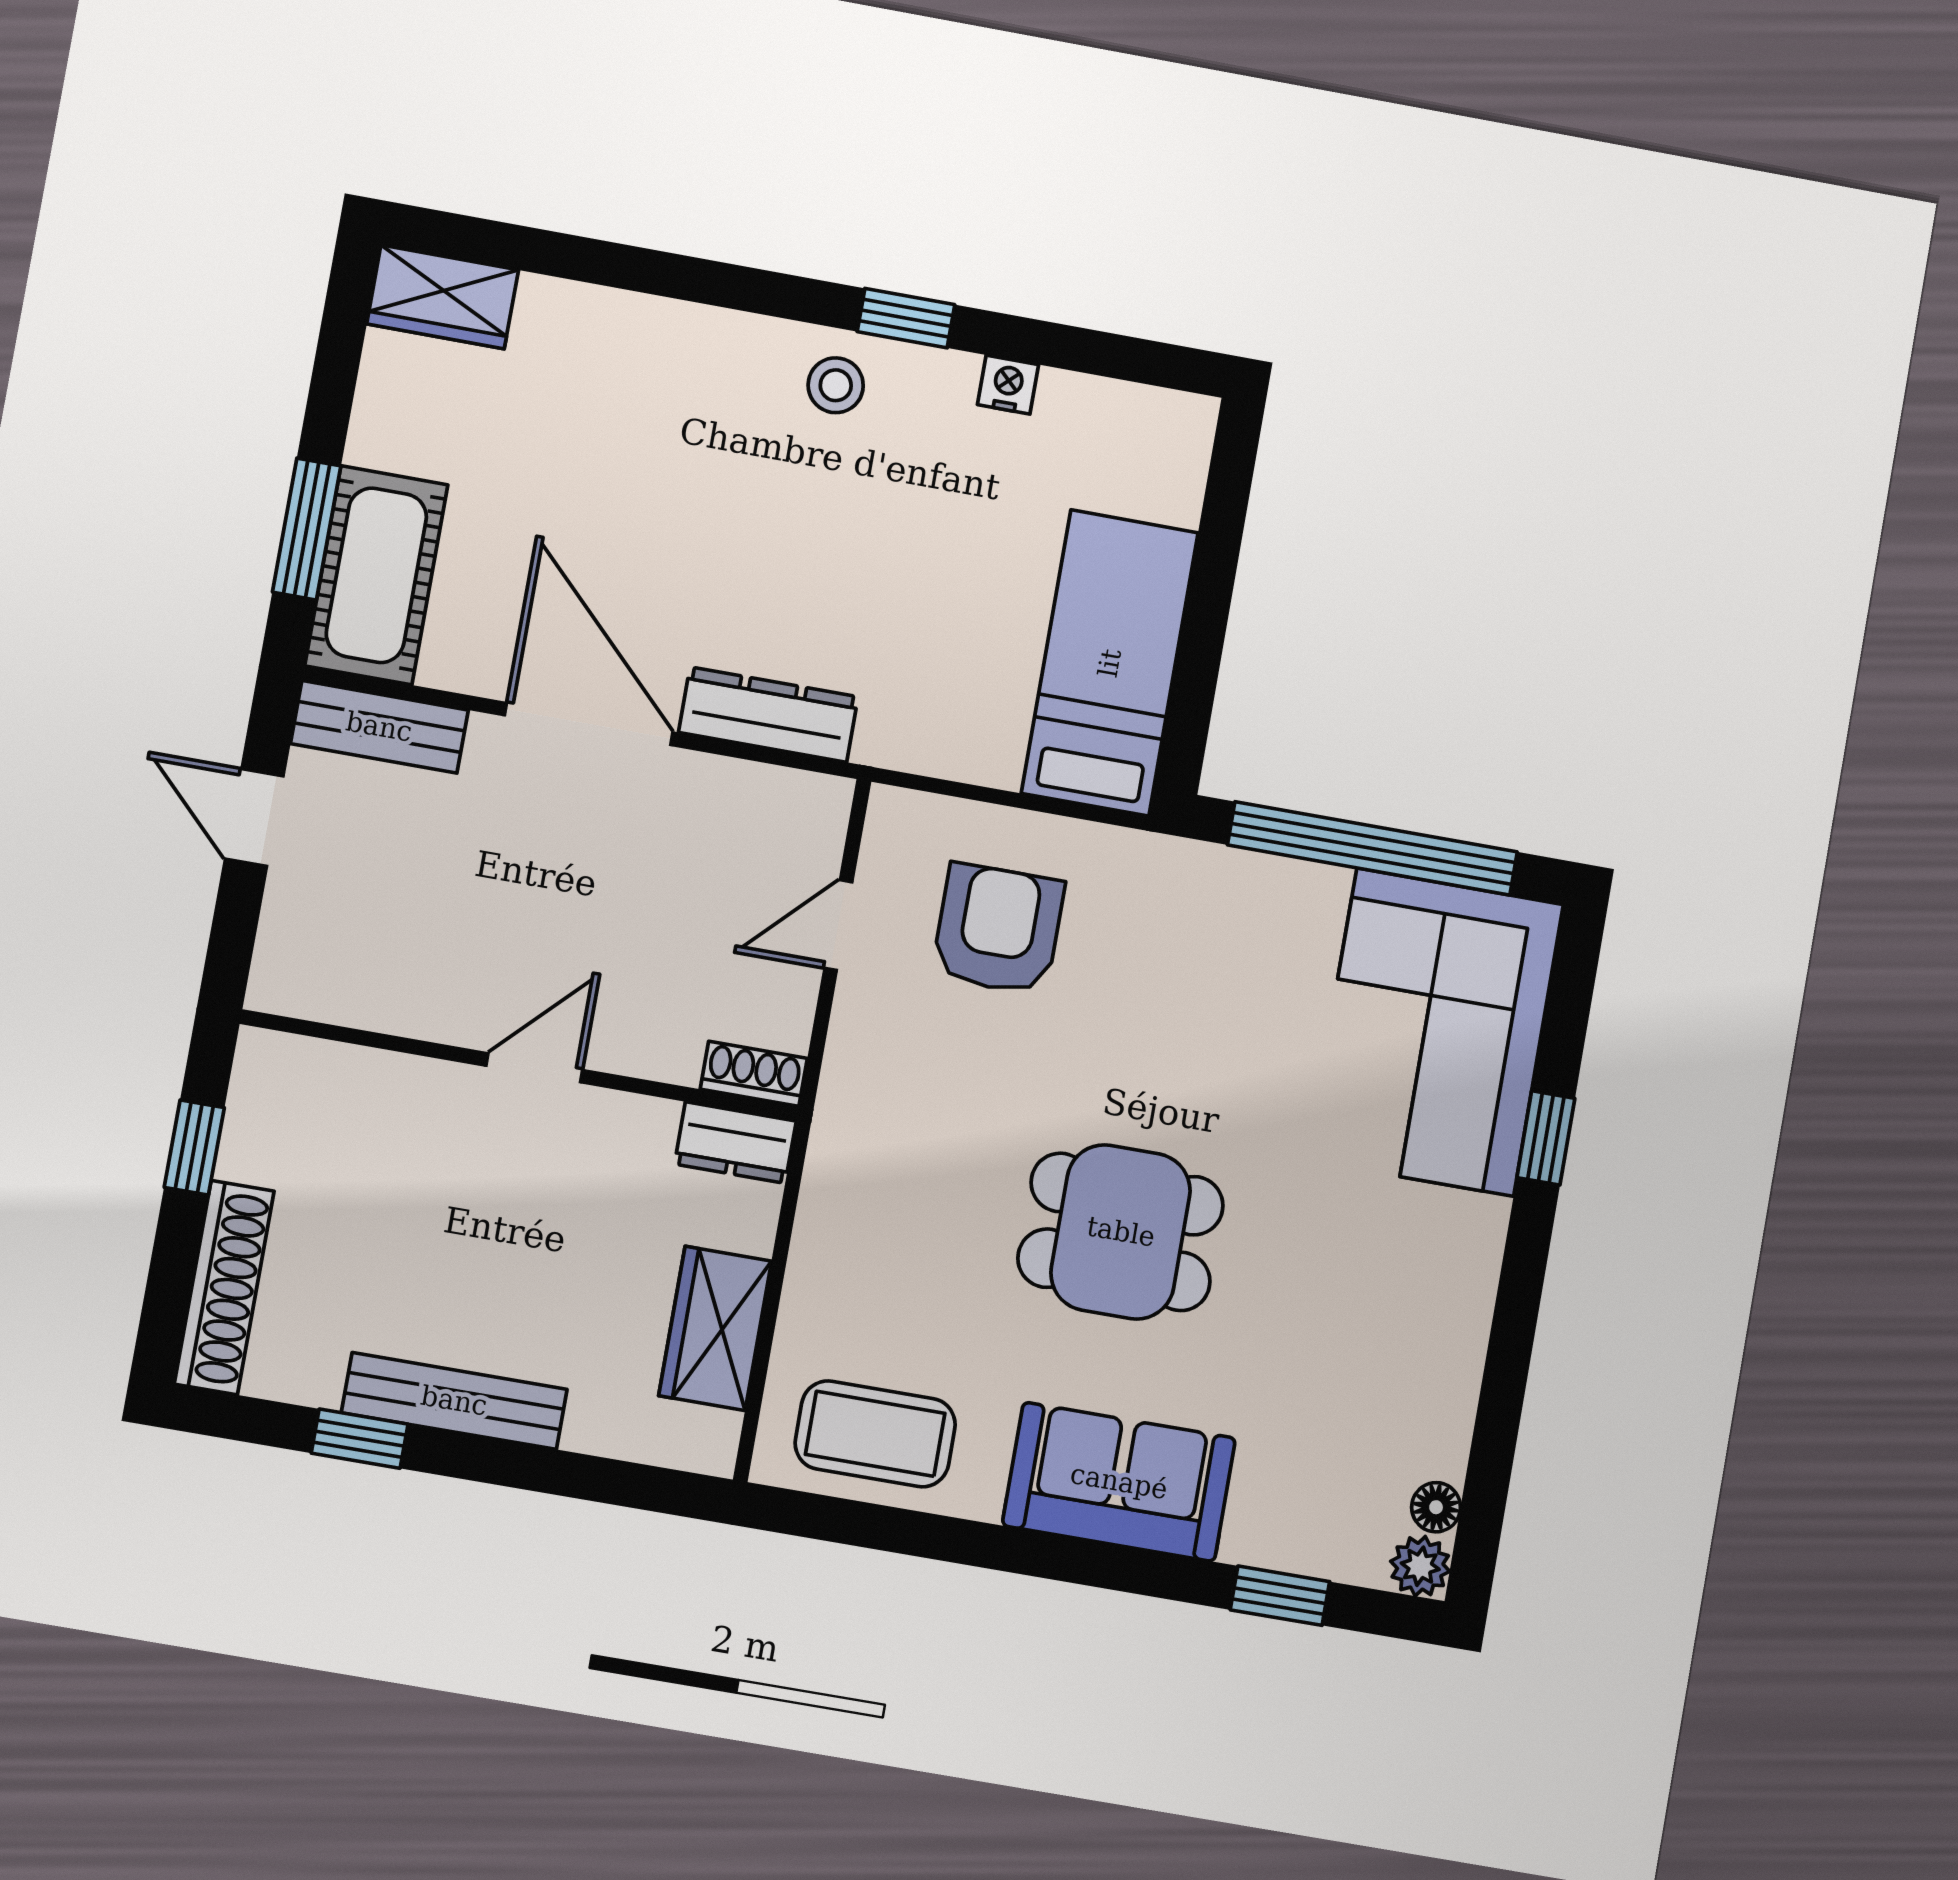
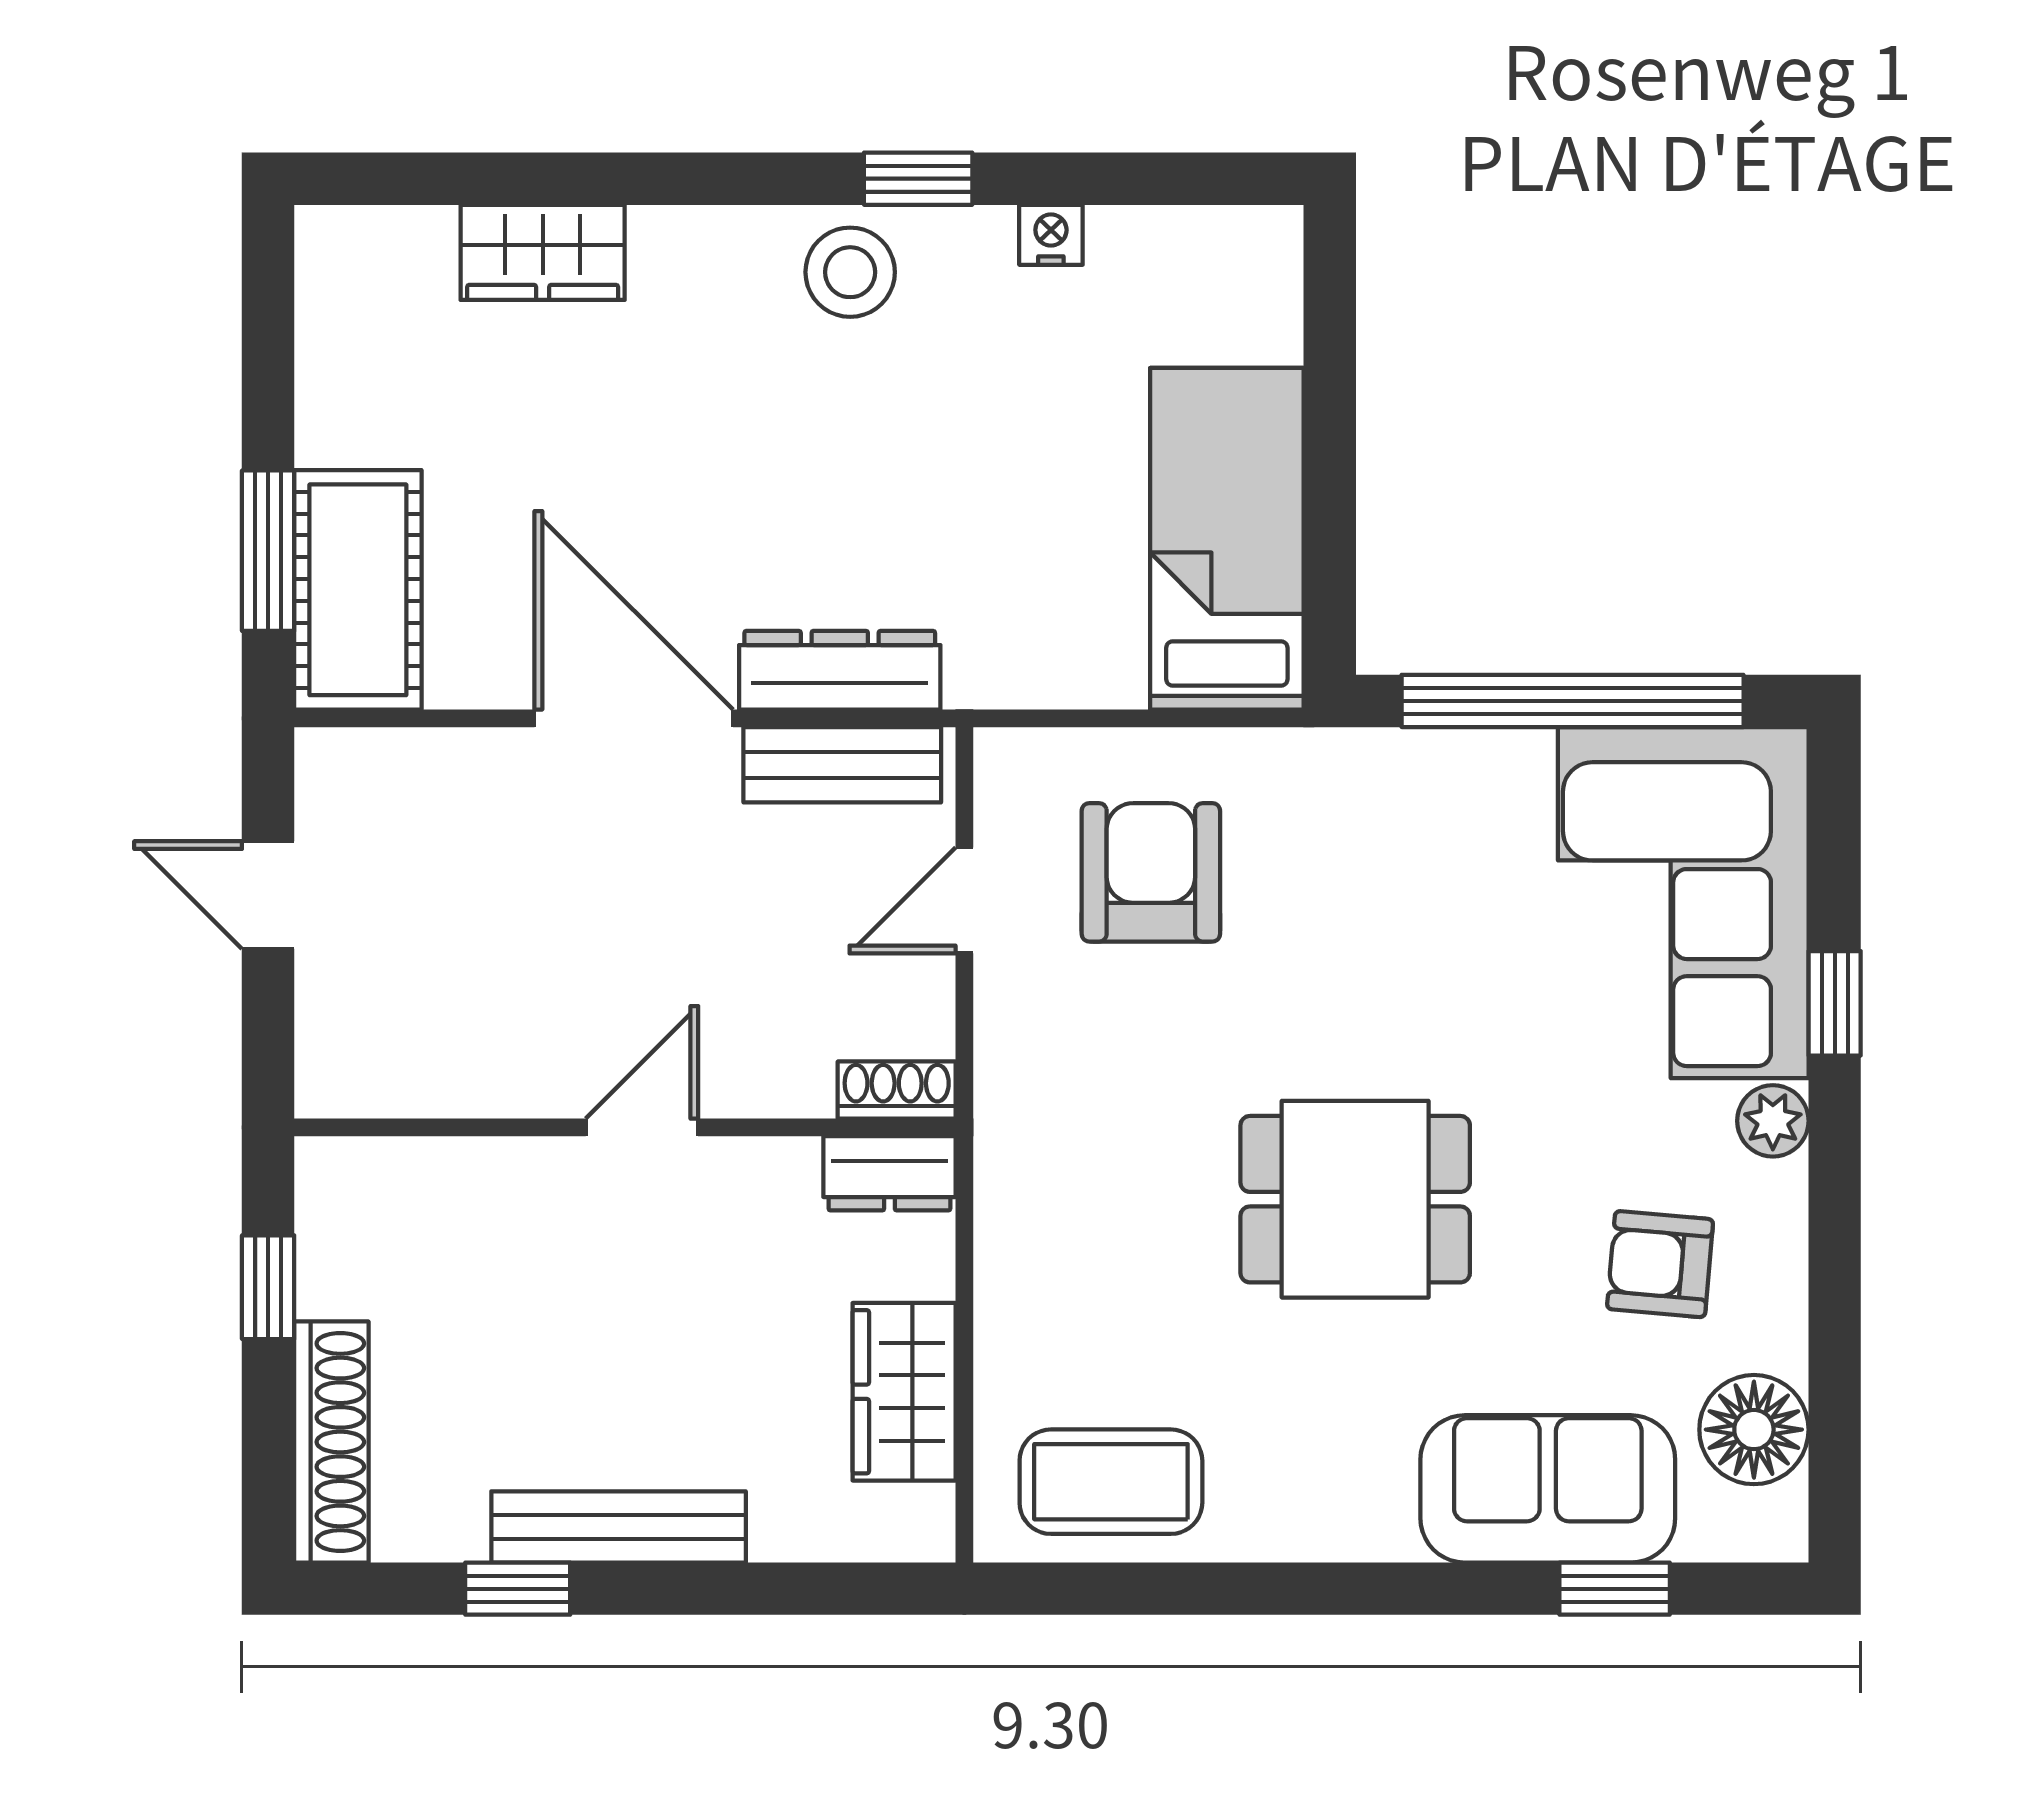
wardrobe: (443, 297) -> (543, 252), moved
stool: (836, 385) -> (850, 272), width x1.37, depth x1.37
bench: (379, 727) -> (842, 765), moved
armchair: (1364, 1330) -> (1660, 1264), added
sofa: (1119, 1482) -> (1548, 1489), moved
floor lamp: (1436, 1507) -> (1754, 1430), width x1.89, depth x1.89
plant: (1420, 1566) -> (1773, 1121), moved

